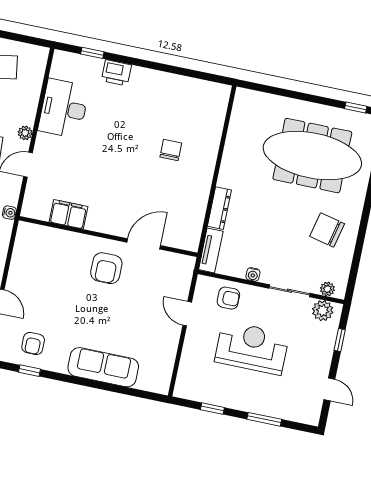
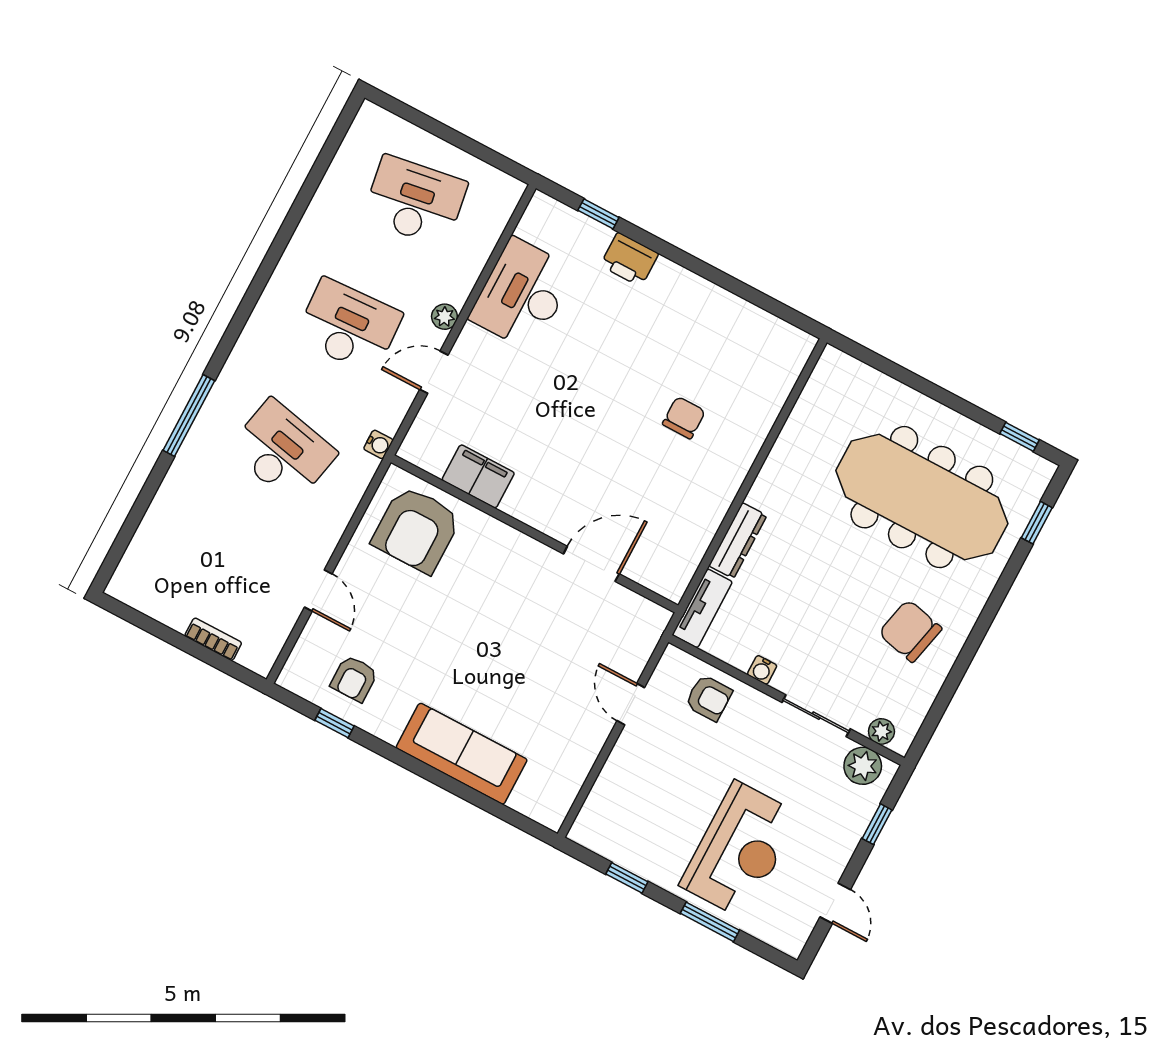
armchair: (106, 268) -> (416, 529), moved, width x1.36, depth x1.36
reception desk: (252, 348) -> (740, 850), moved, turned 90

